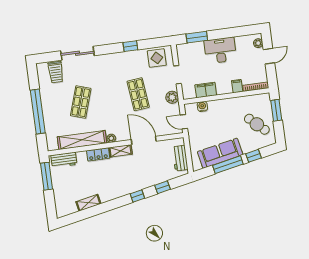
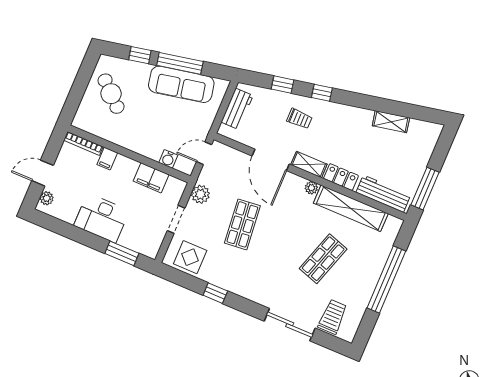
window: (276, 110) -> (75, 97), removed
door: (184, 122) -> (204, 153), swing flipped
workbench: (64, 160) -> (383, 194), width x1.38
trolley: (141, 174) -> (299, 119), added

